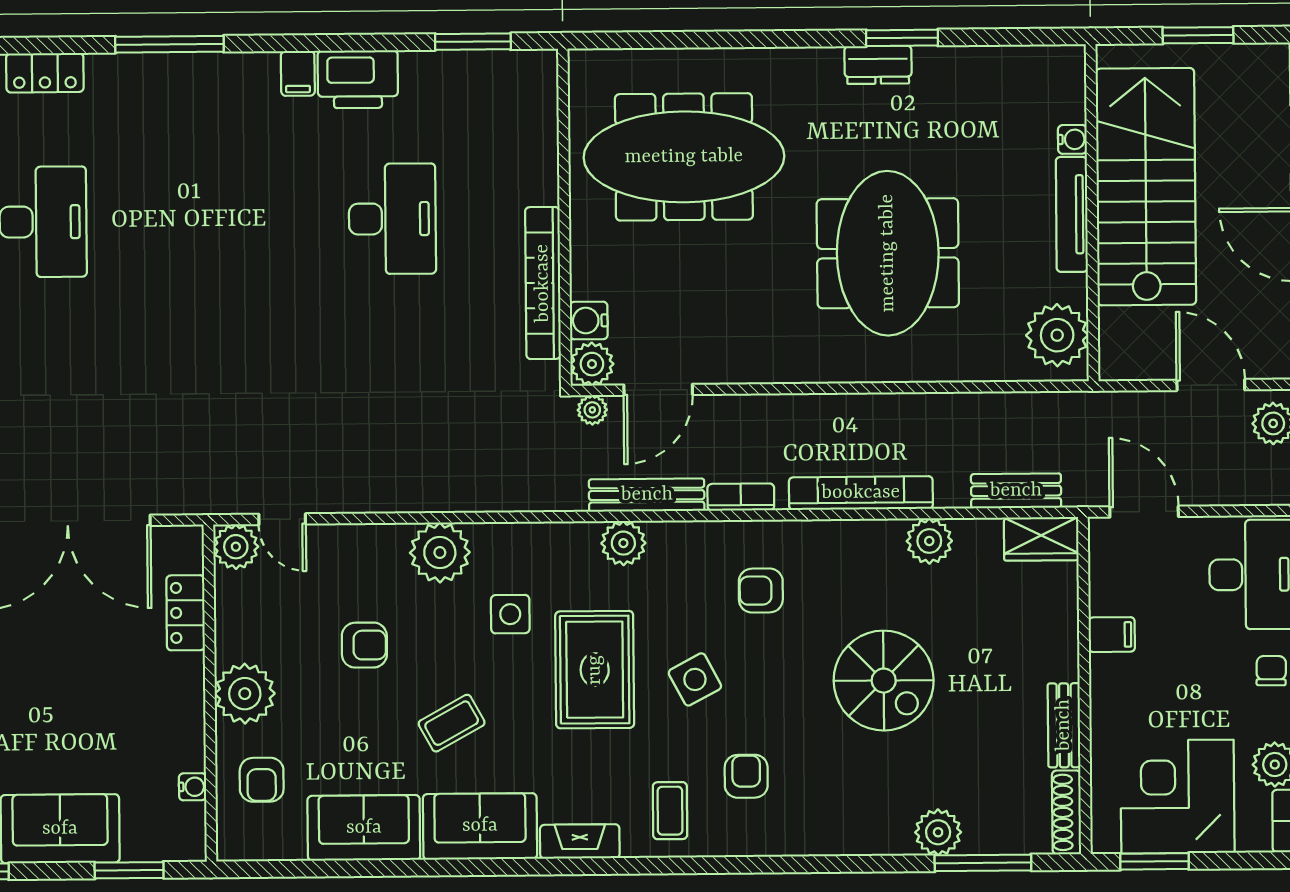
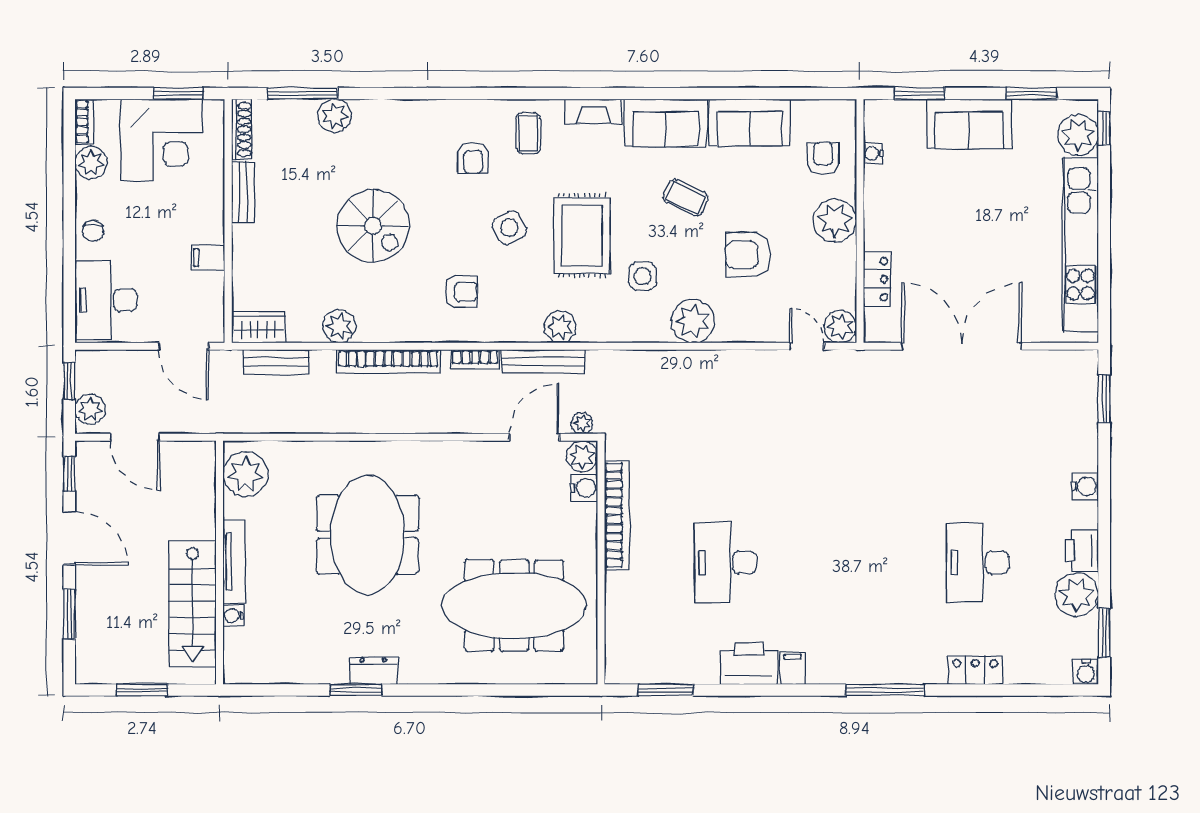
stairs: (1146, 187) -> (192, 604), width x0.73, depth x0.66
armchair: (364, 645) -> (748, 255), width x1.38, depth x1.38
spiral stairs: (884, 681) -> (373, 226), turned 180
coffee table: (452, 723) -> (686, 198), turned 55

